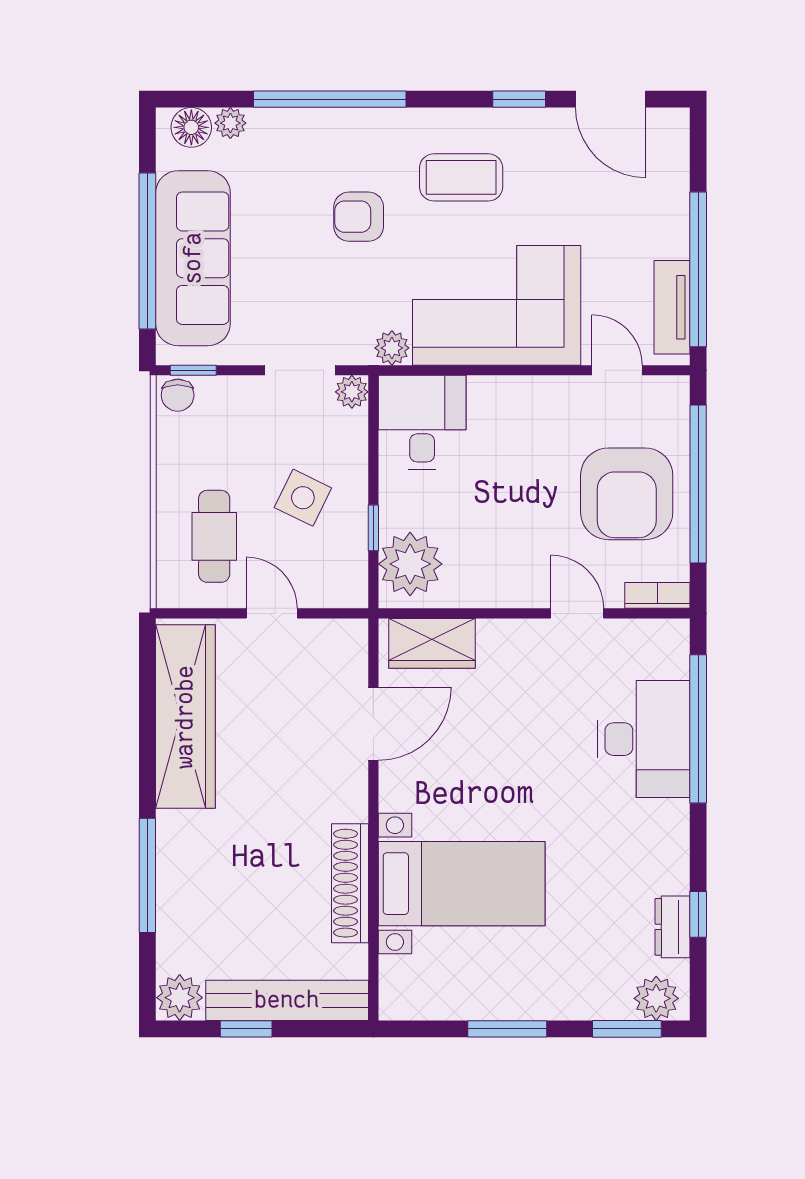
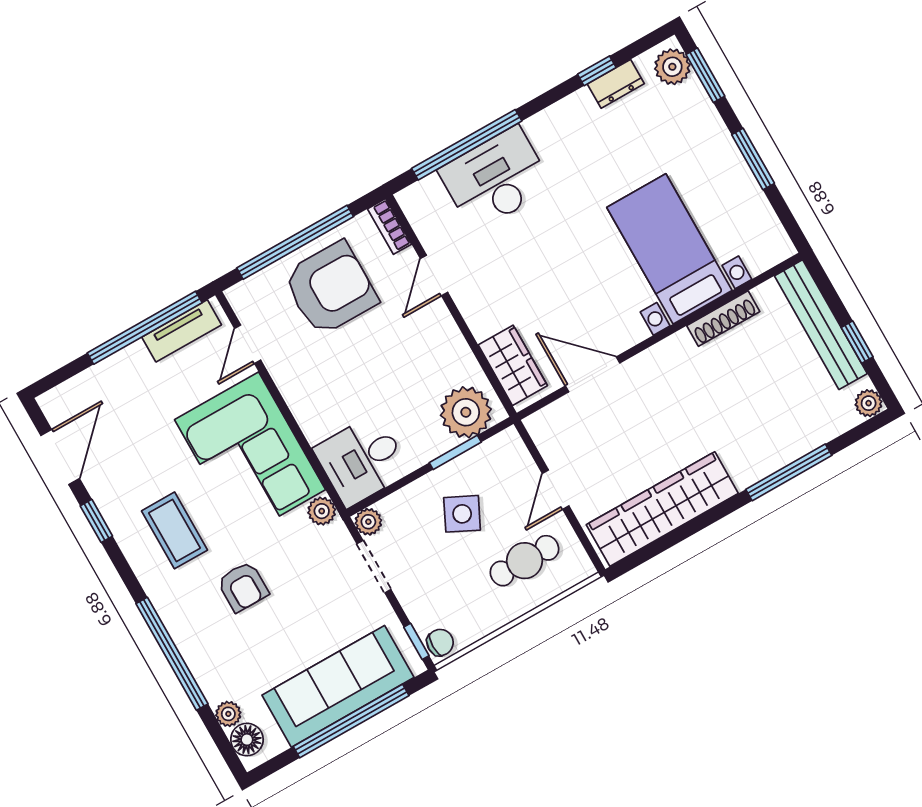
window: (373, 528) -> (455, 452), width x1.50
shoe rack: (350, 883) -> (723, 319), width x0.74, depth x0.81
plant: (180, 998) -> (869, 403), width x0.73, depth x0.73

